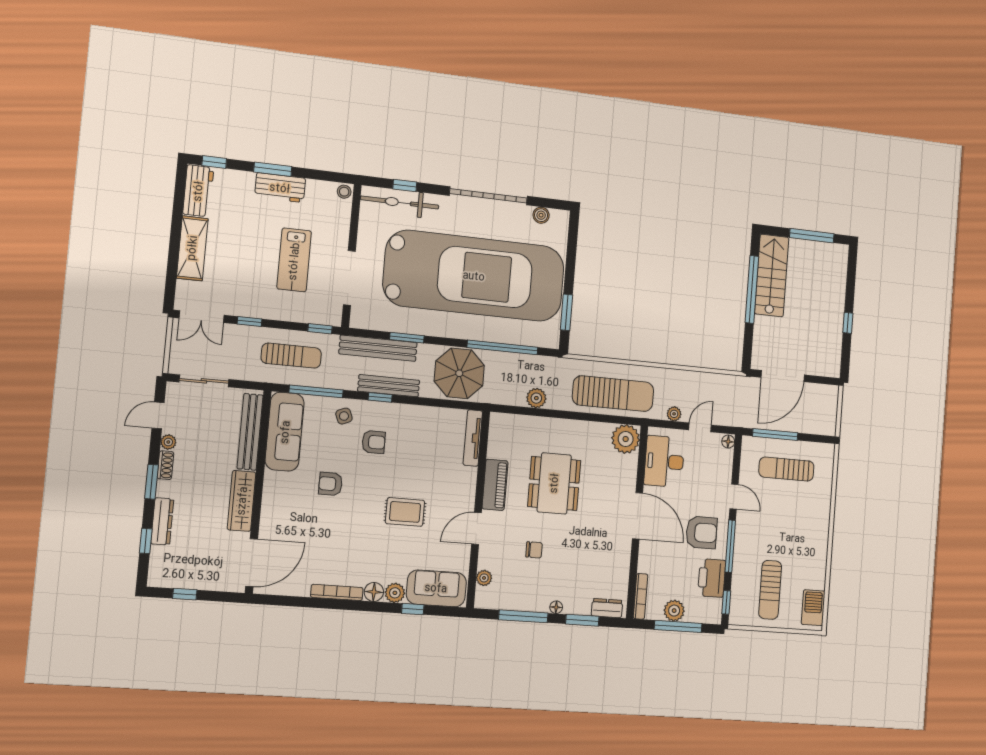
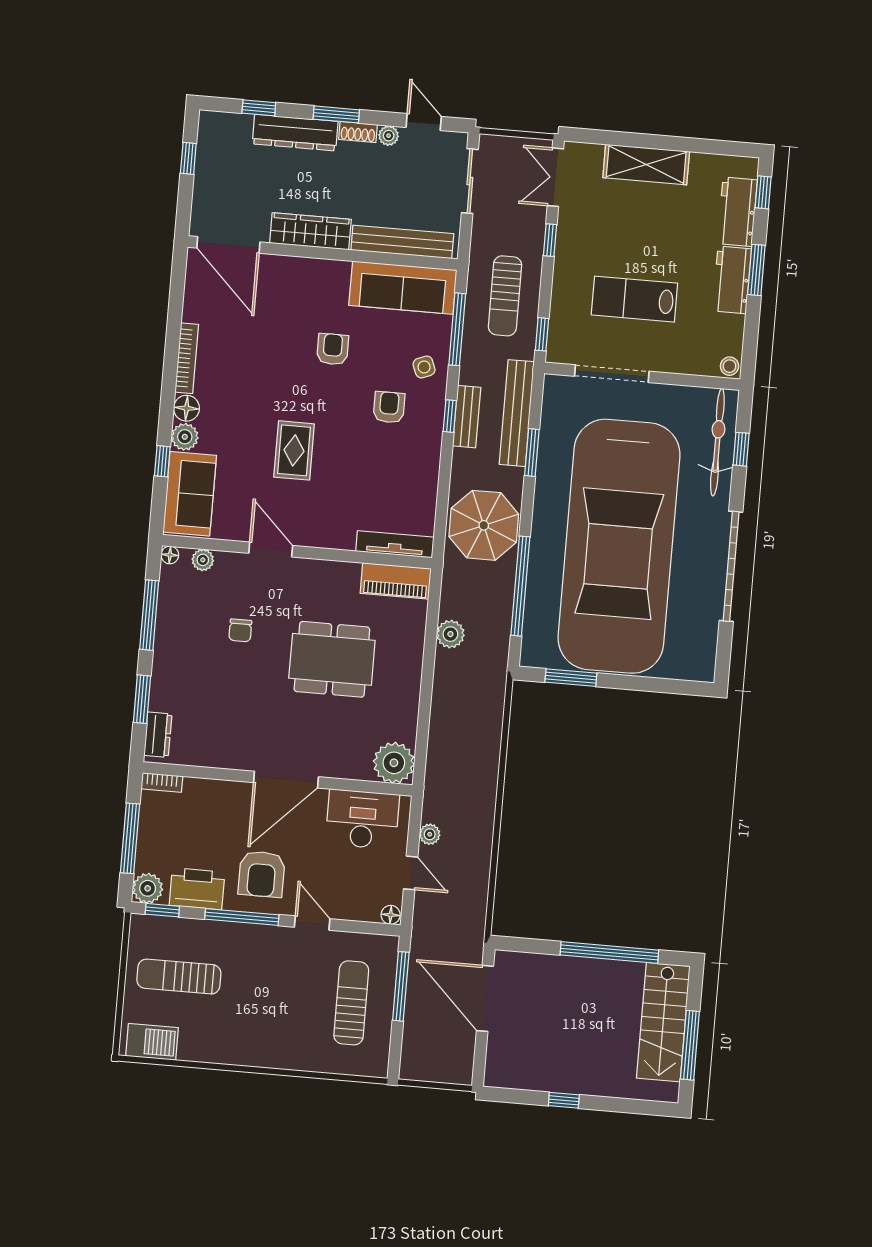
workbench: (198, 191) -> (737, 212), moved, turned 90
boiler: (541, 215) -> (706, 641), removed
stairs: (772, 275) -> (663, 1022), moved, turned 90
bench: (389, 386) -> (467, 417), width x0.73
sun lounger: (613, 394) -> (458, 745), removed
armchair: (374, 442) -> (389, 407), turned 180
piano: (495, 485) -> (396, 581), moved
door: (734, 497) -> (312, 923), swing flipped
dresser: (162, 521) -> (295, 133), width x1.37, depth x1.24
bookcase: (641, 596) -> (162, 783), width x0.64
floor lamp: (556, 607) -> (170, 555), moved
plant: (674, 611) -> (148, 888), moved

